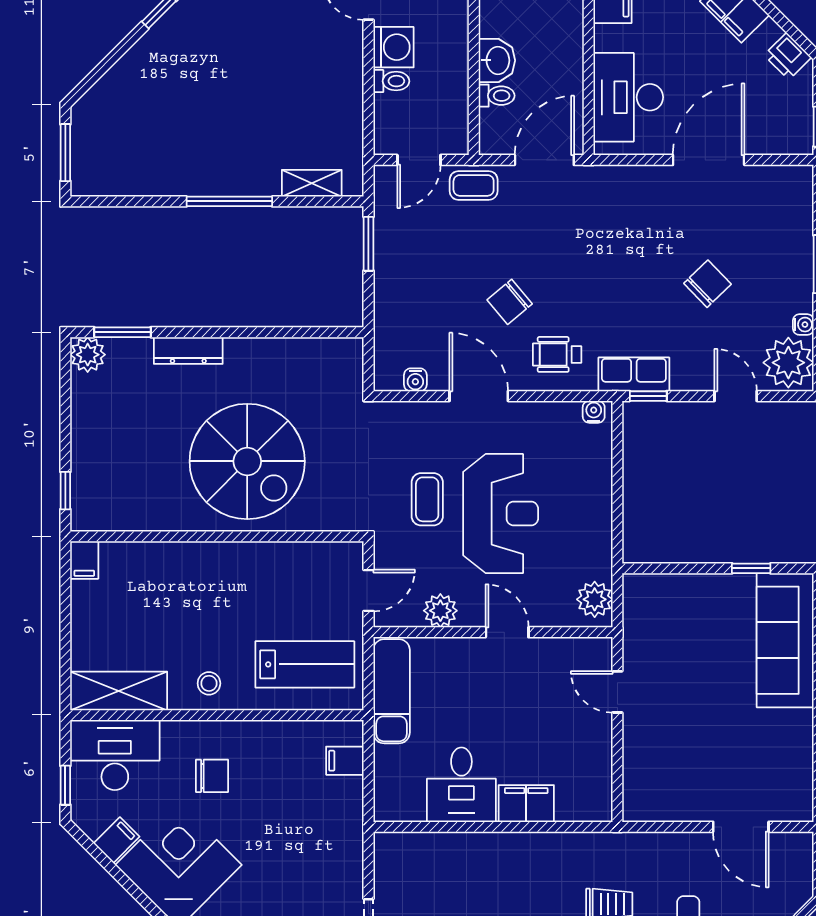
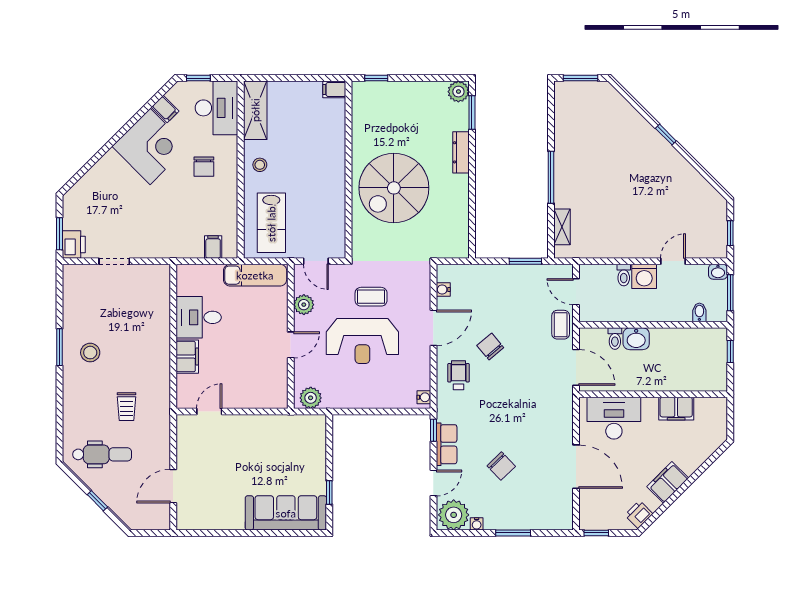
row of seats: (634, 374) -> (447, 444), moved
door: (617, 692) -> (209, 412), moved

